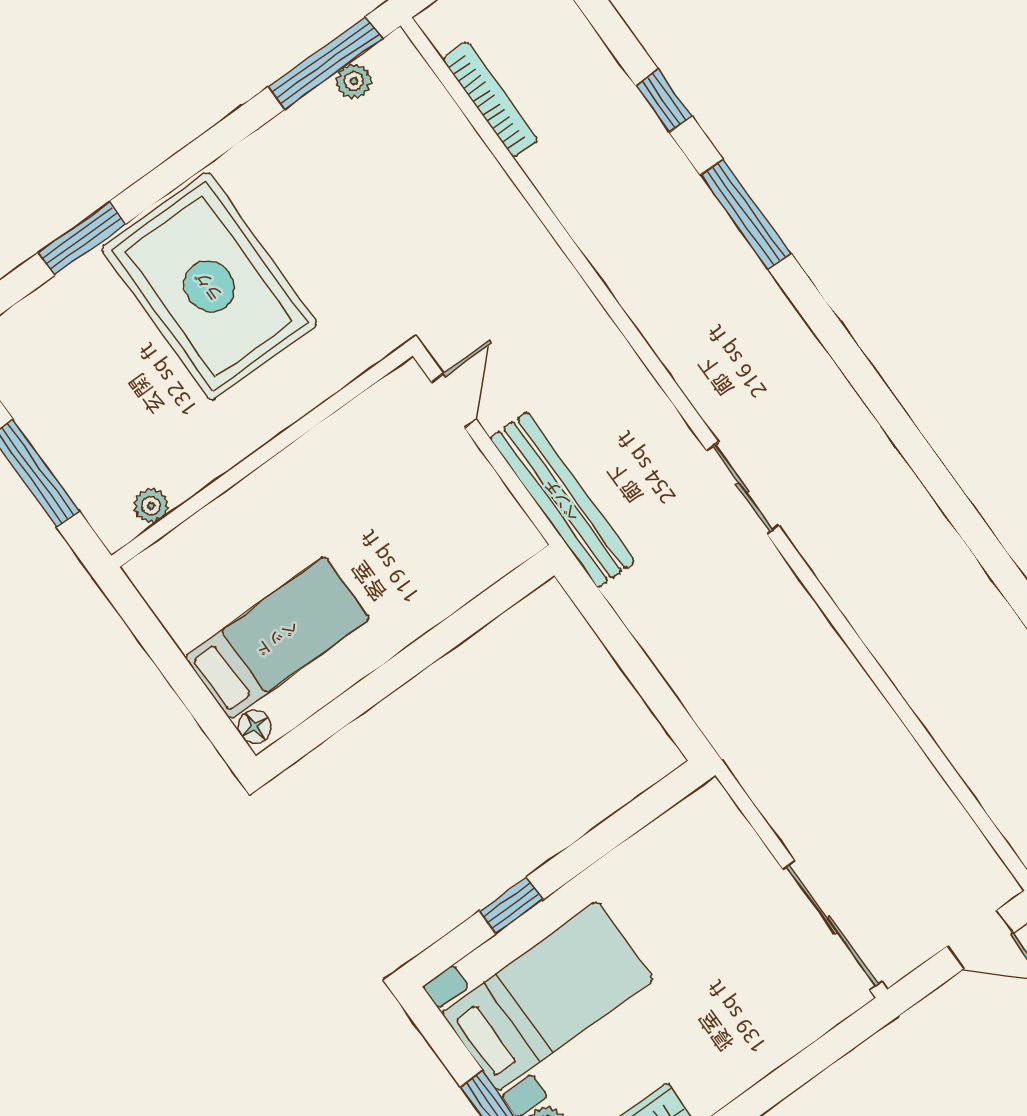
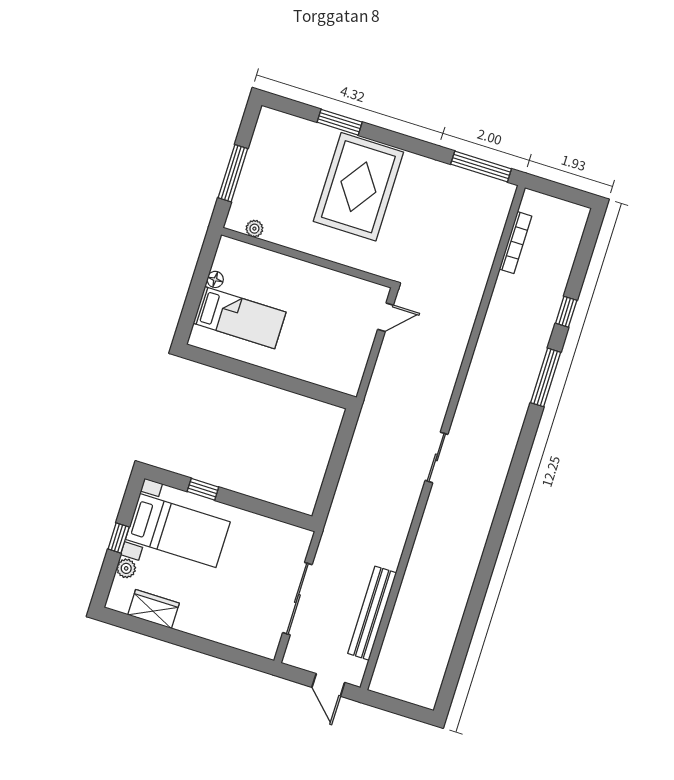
plant: (354, 81) -> (482, 183), removed
bench: (562, 500) -> (372, 613), moved
floor lamp: (255, 727) -> (215, 279), moved
sliding door: (832, 925) -> (297, 599), moved

